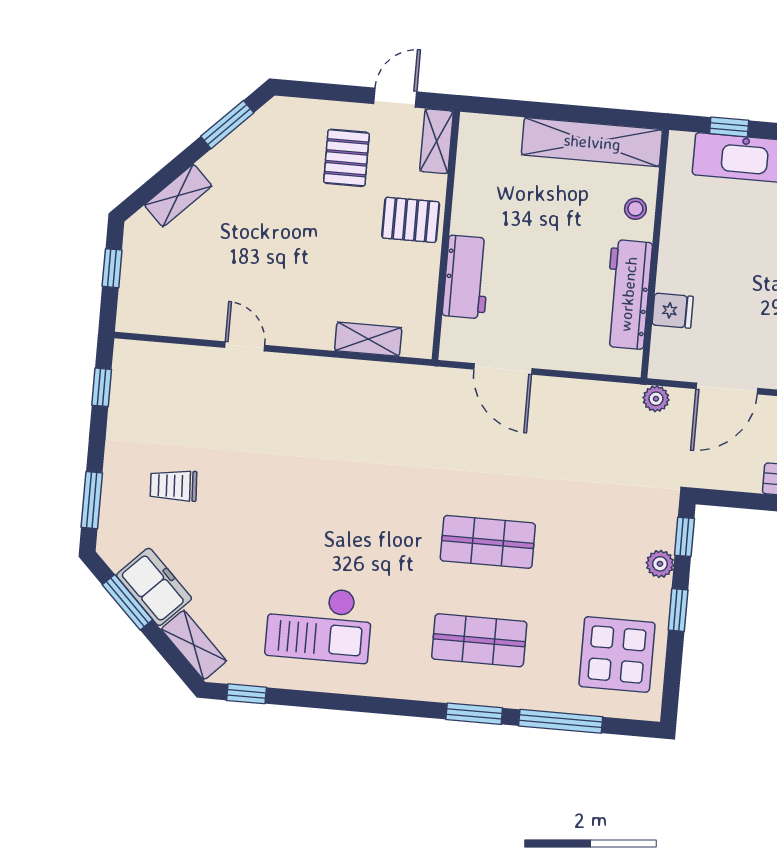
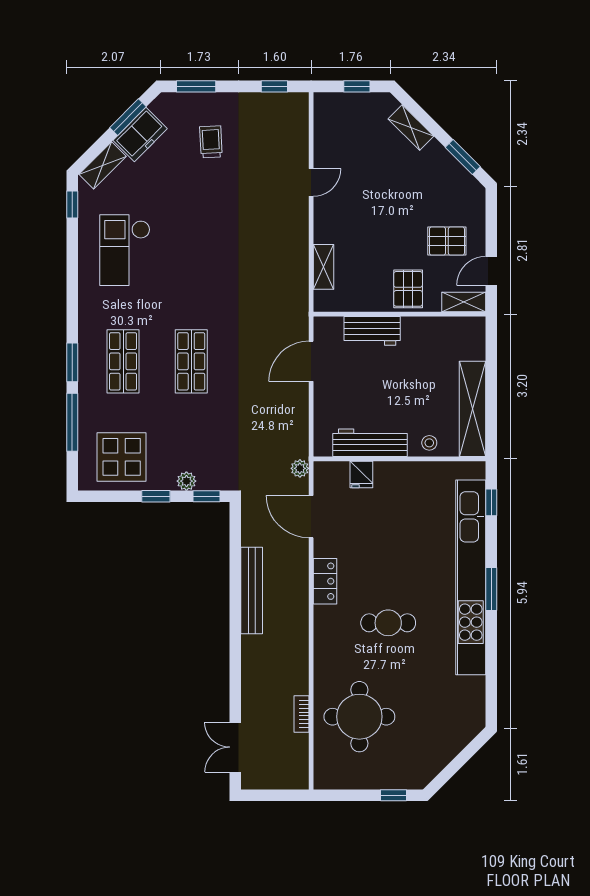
door: (395, 98) -> (491, 271), swing flipped

